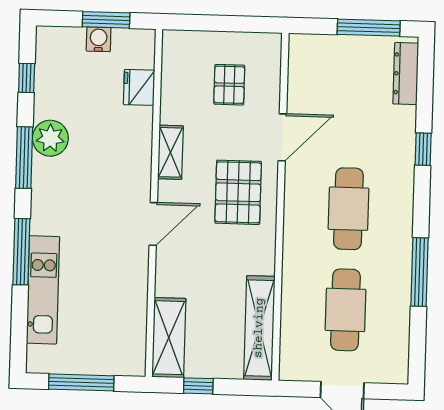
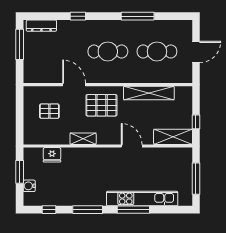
water cooler: (99, 39) -> (29, 186), moved
plant: (50, 138) -> (78, 197), removed
door: (153, 224) -> (132, 146), moved
kitchen unit: (43, 290) -> (142, 199), width x1.36
shelving: (259, 328) -> (149, 93), moved

